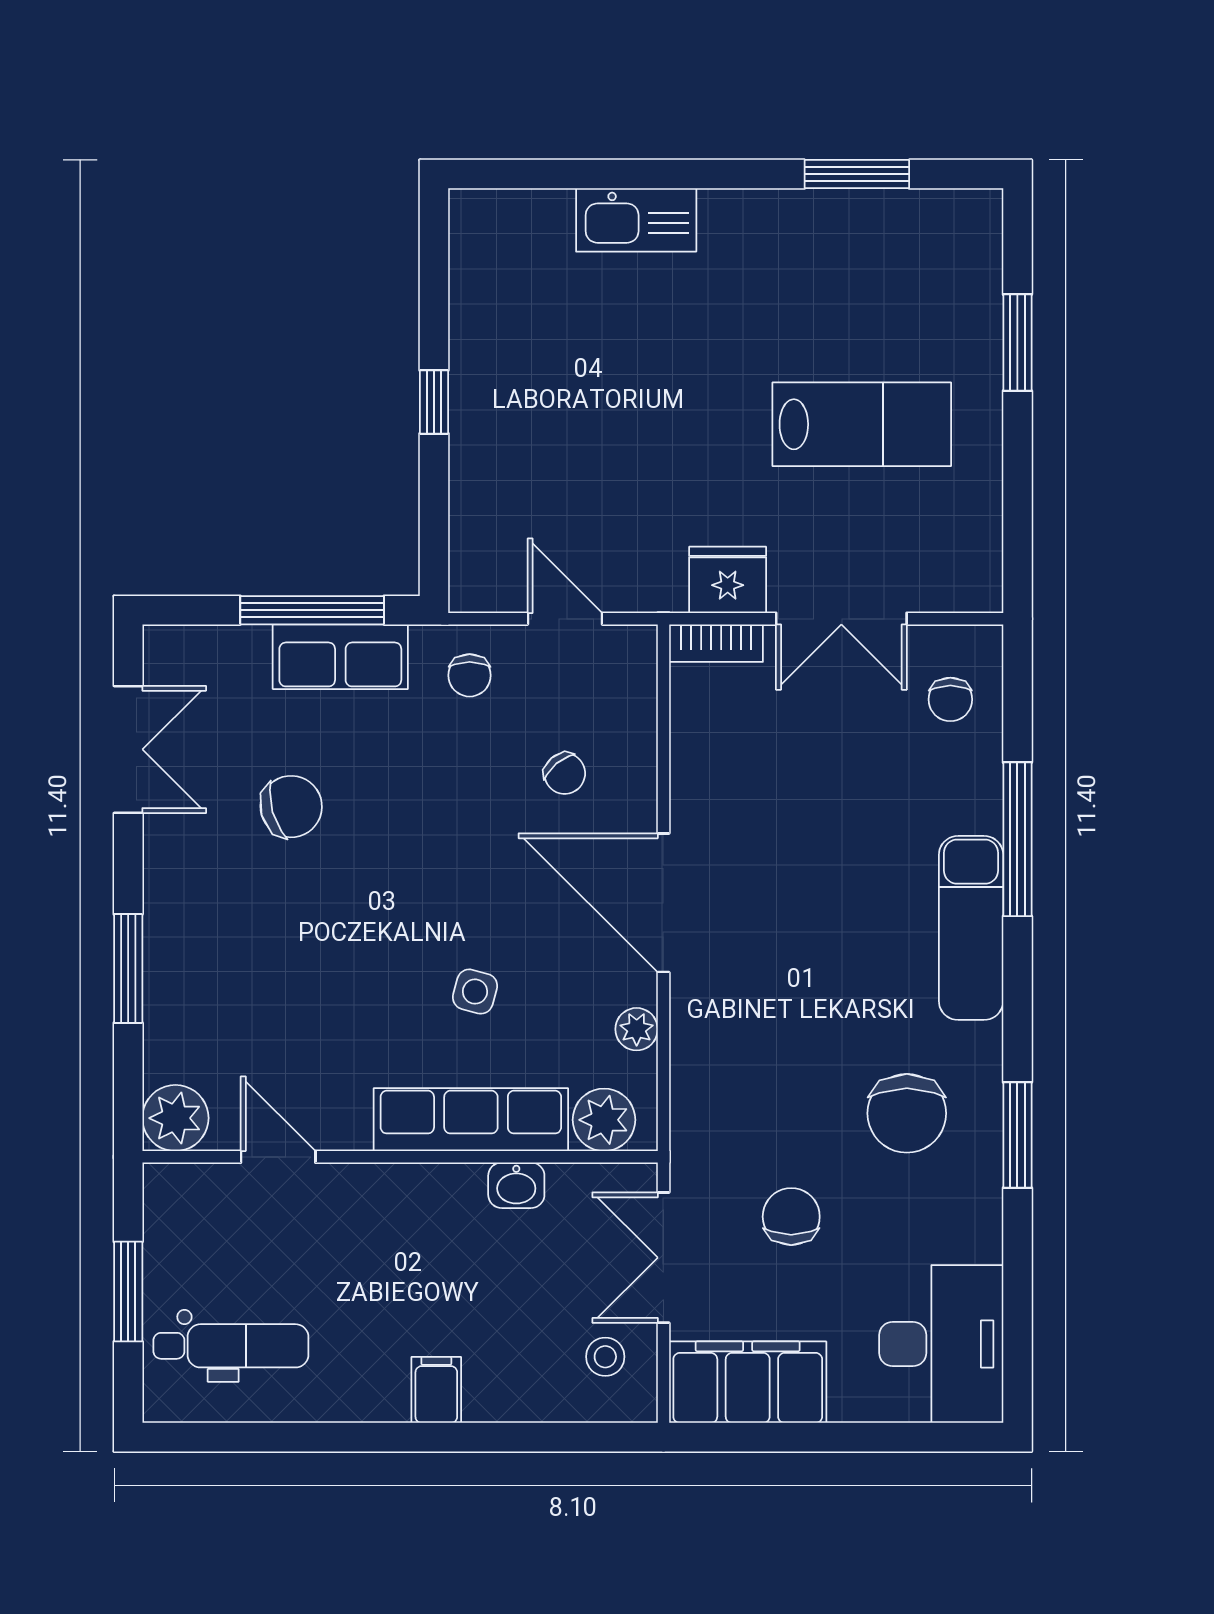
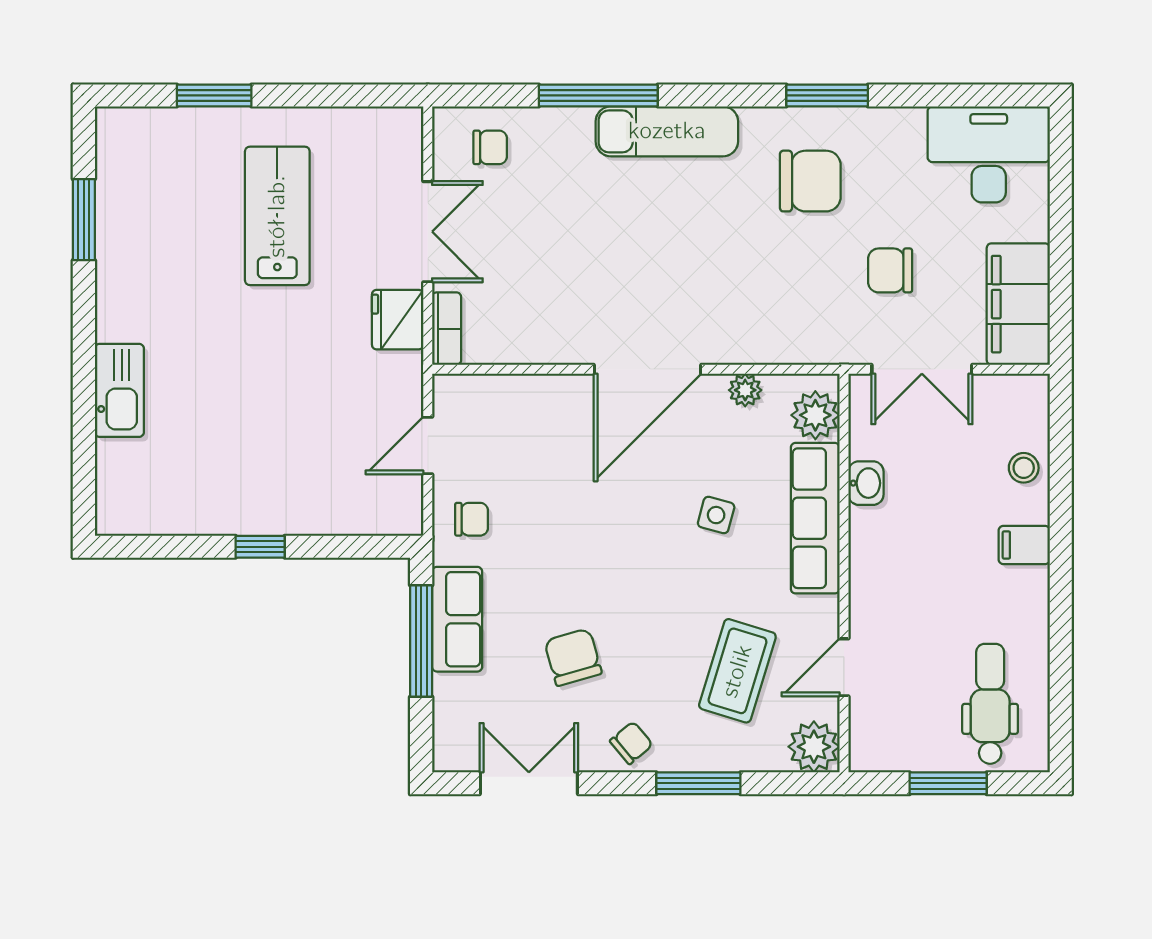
chair: (565, 773) -> (631, 743), moved
coffee table: (274, 1019) -> (737, 671), added
stool: (605, 1357) -> (1024, 468), moved

